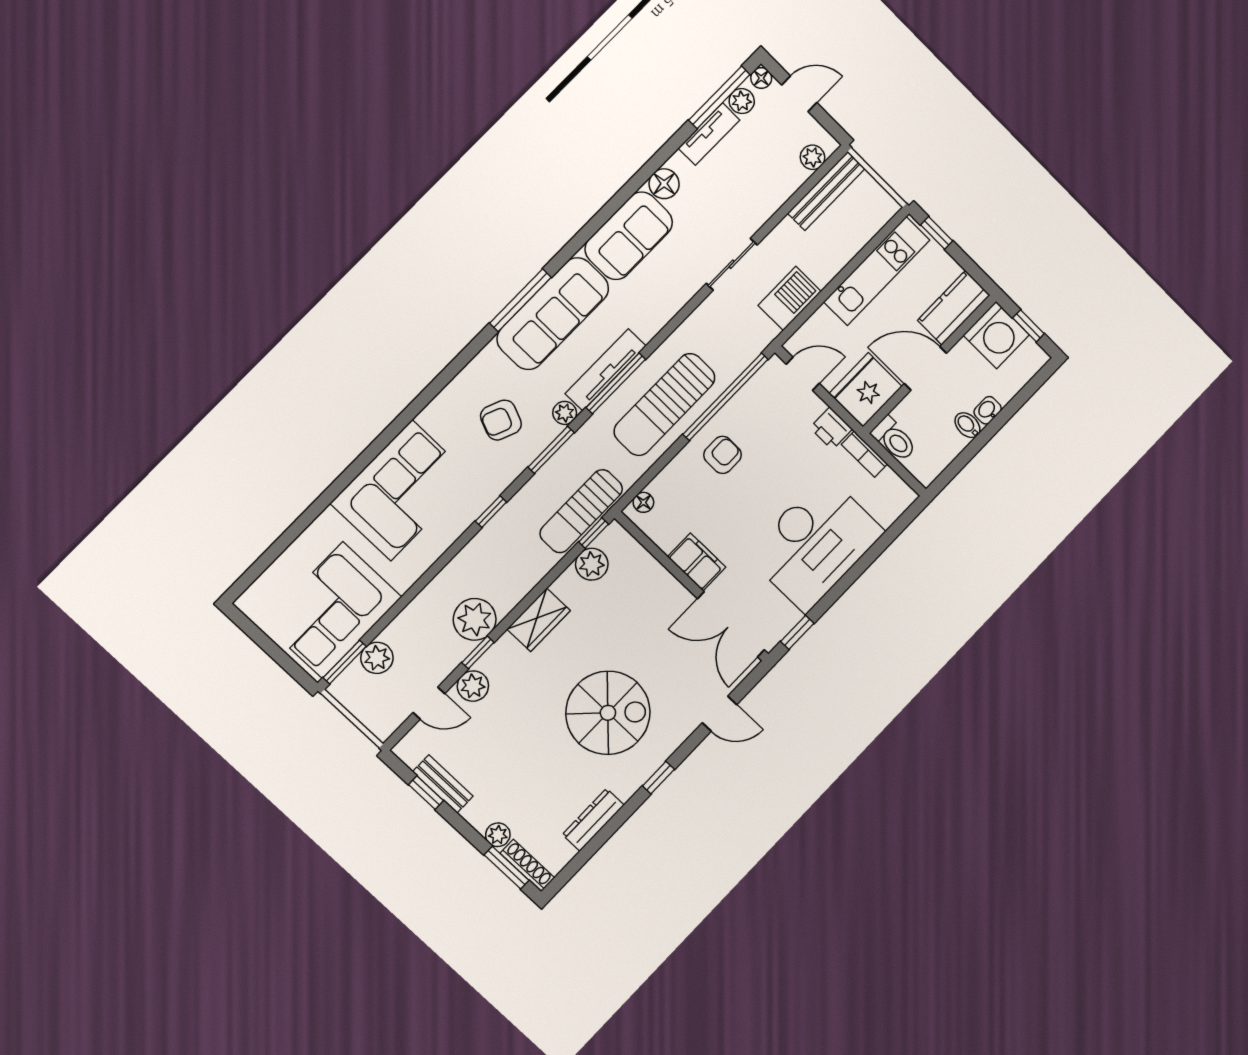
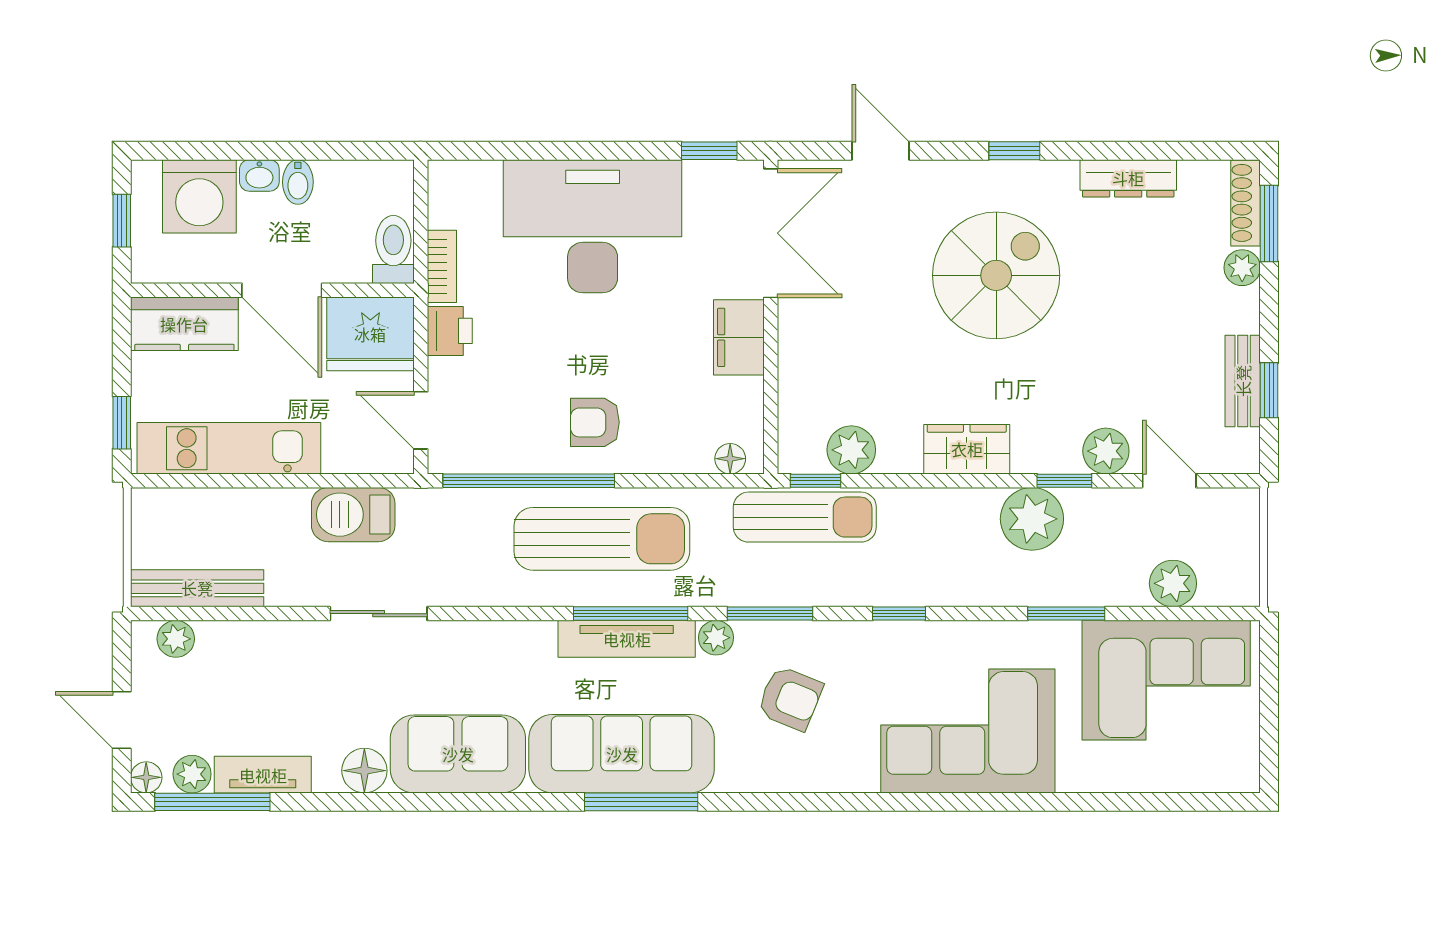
washing machine: (996, 335) -> (199, 196), moved, turned 180
window: (345, 662) -> (1066, 614), moved
spiral stairs: (608, 713) -> (996, 275), turned 90

